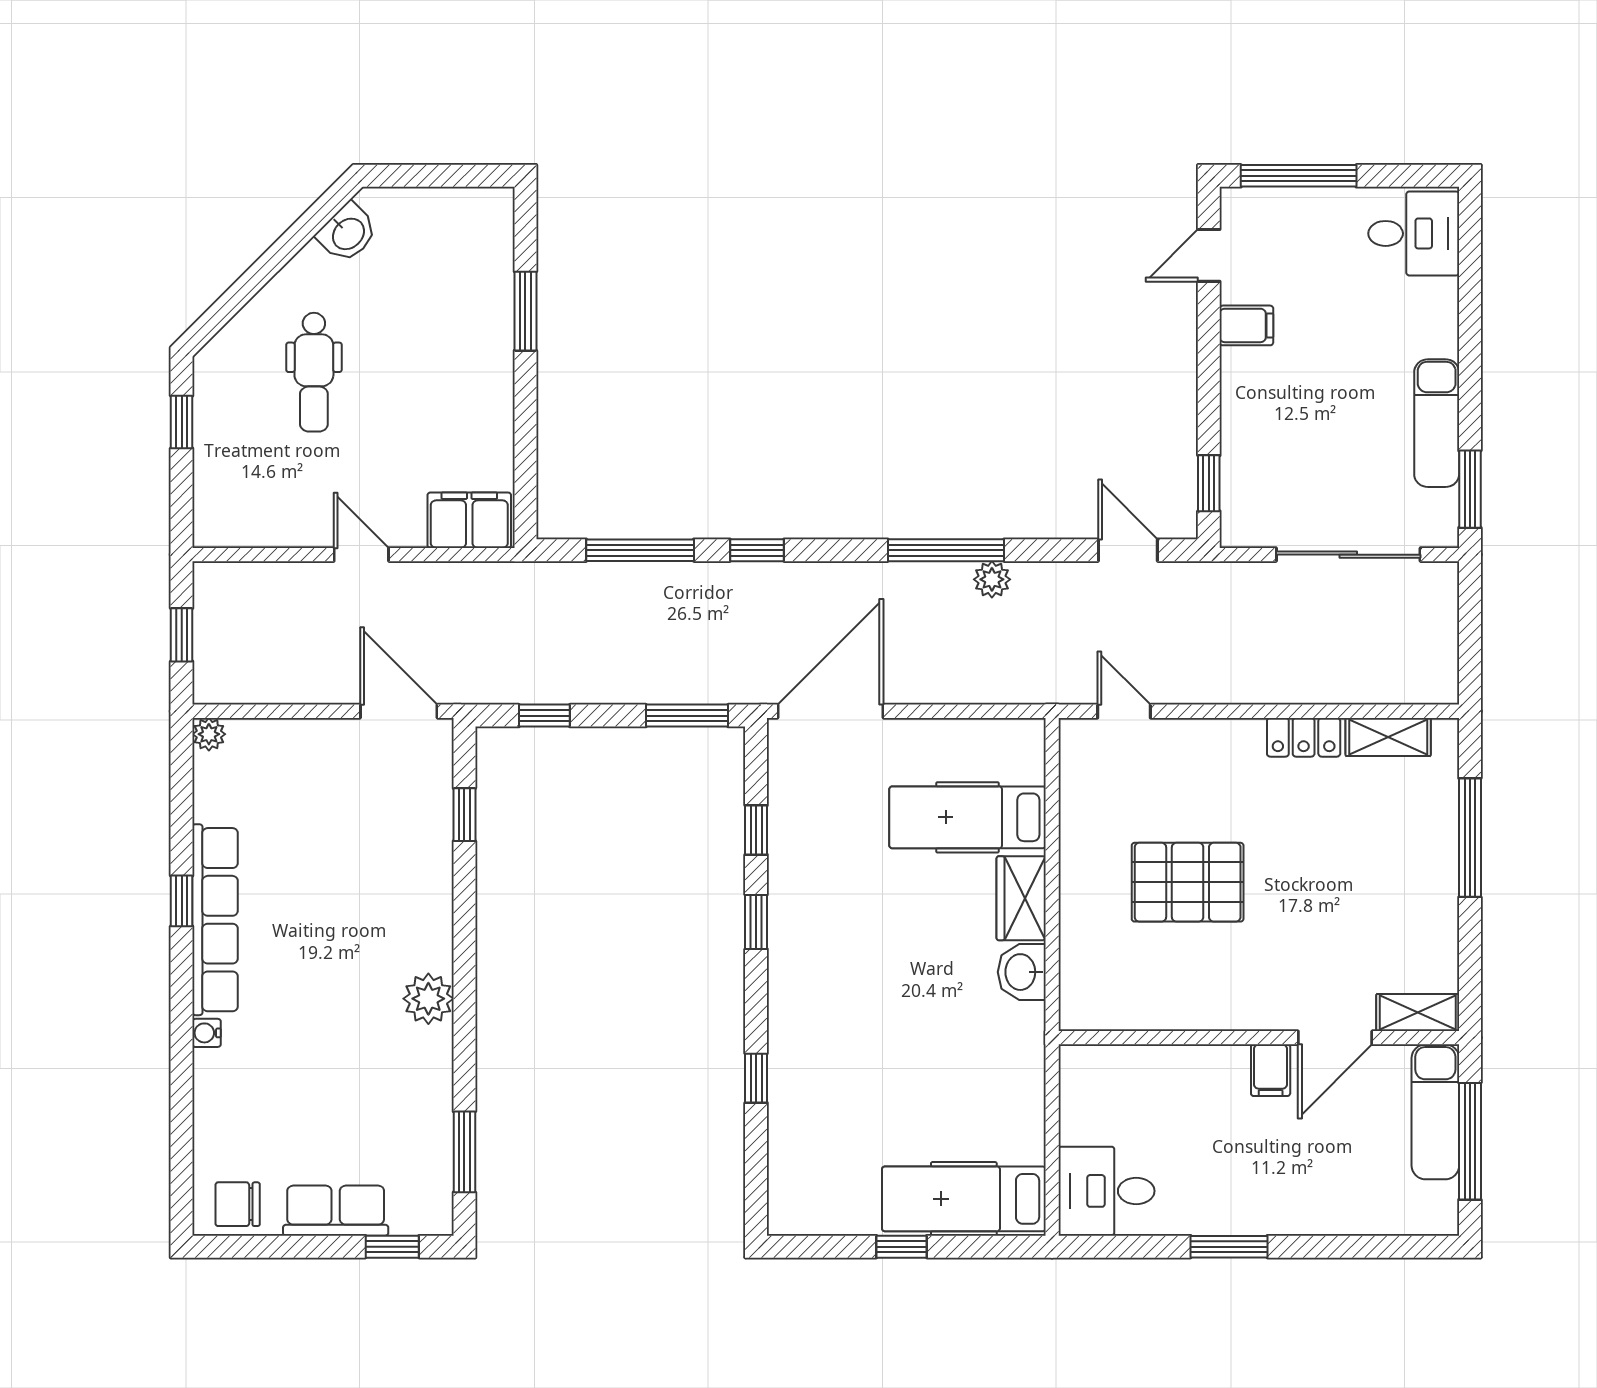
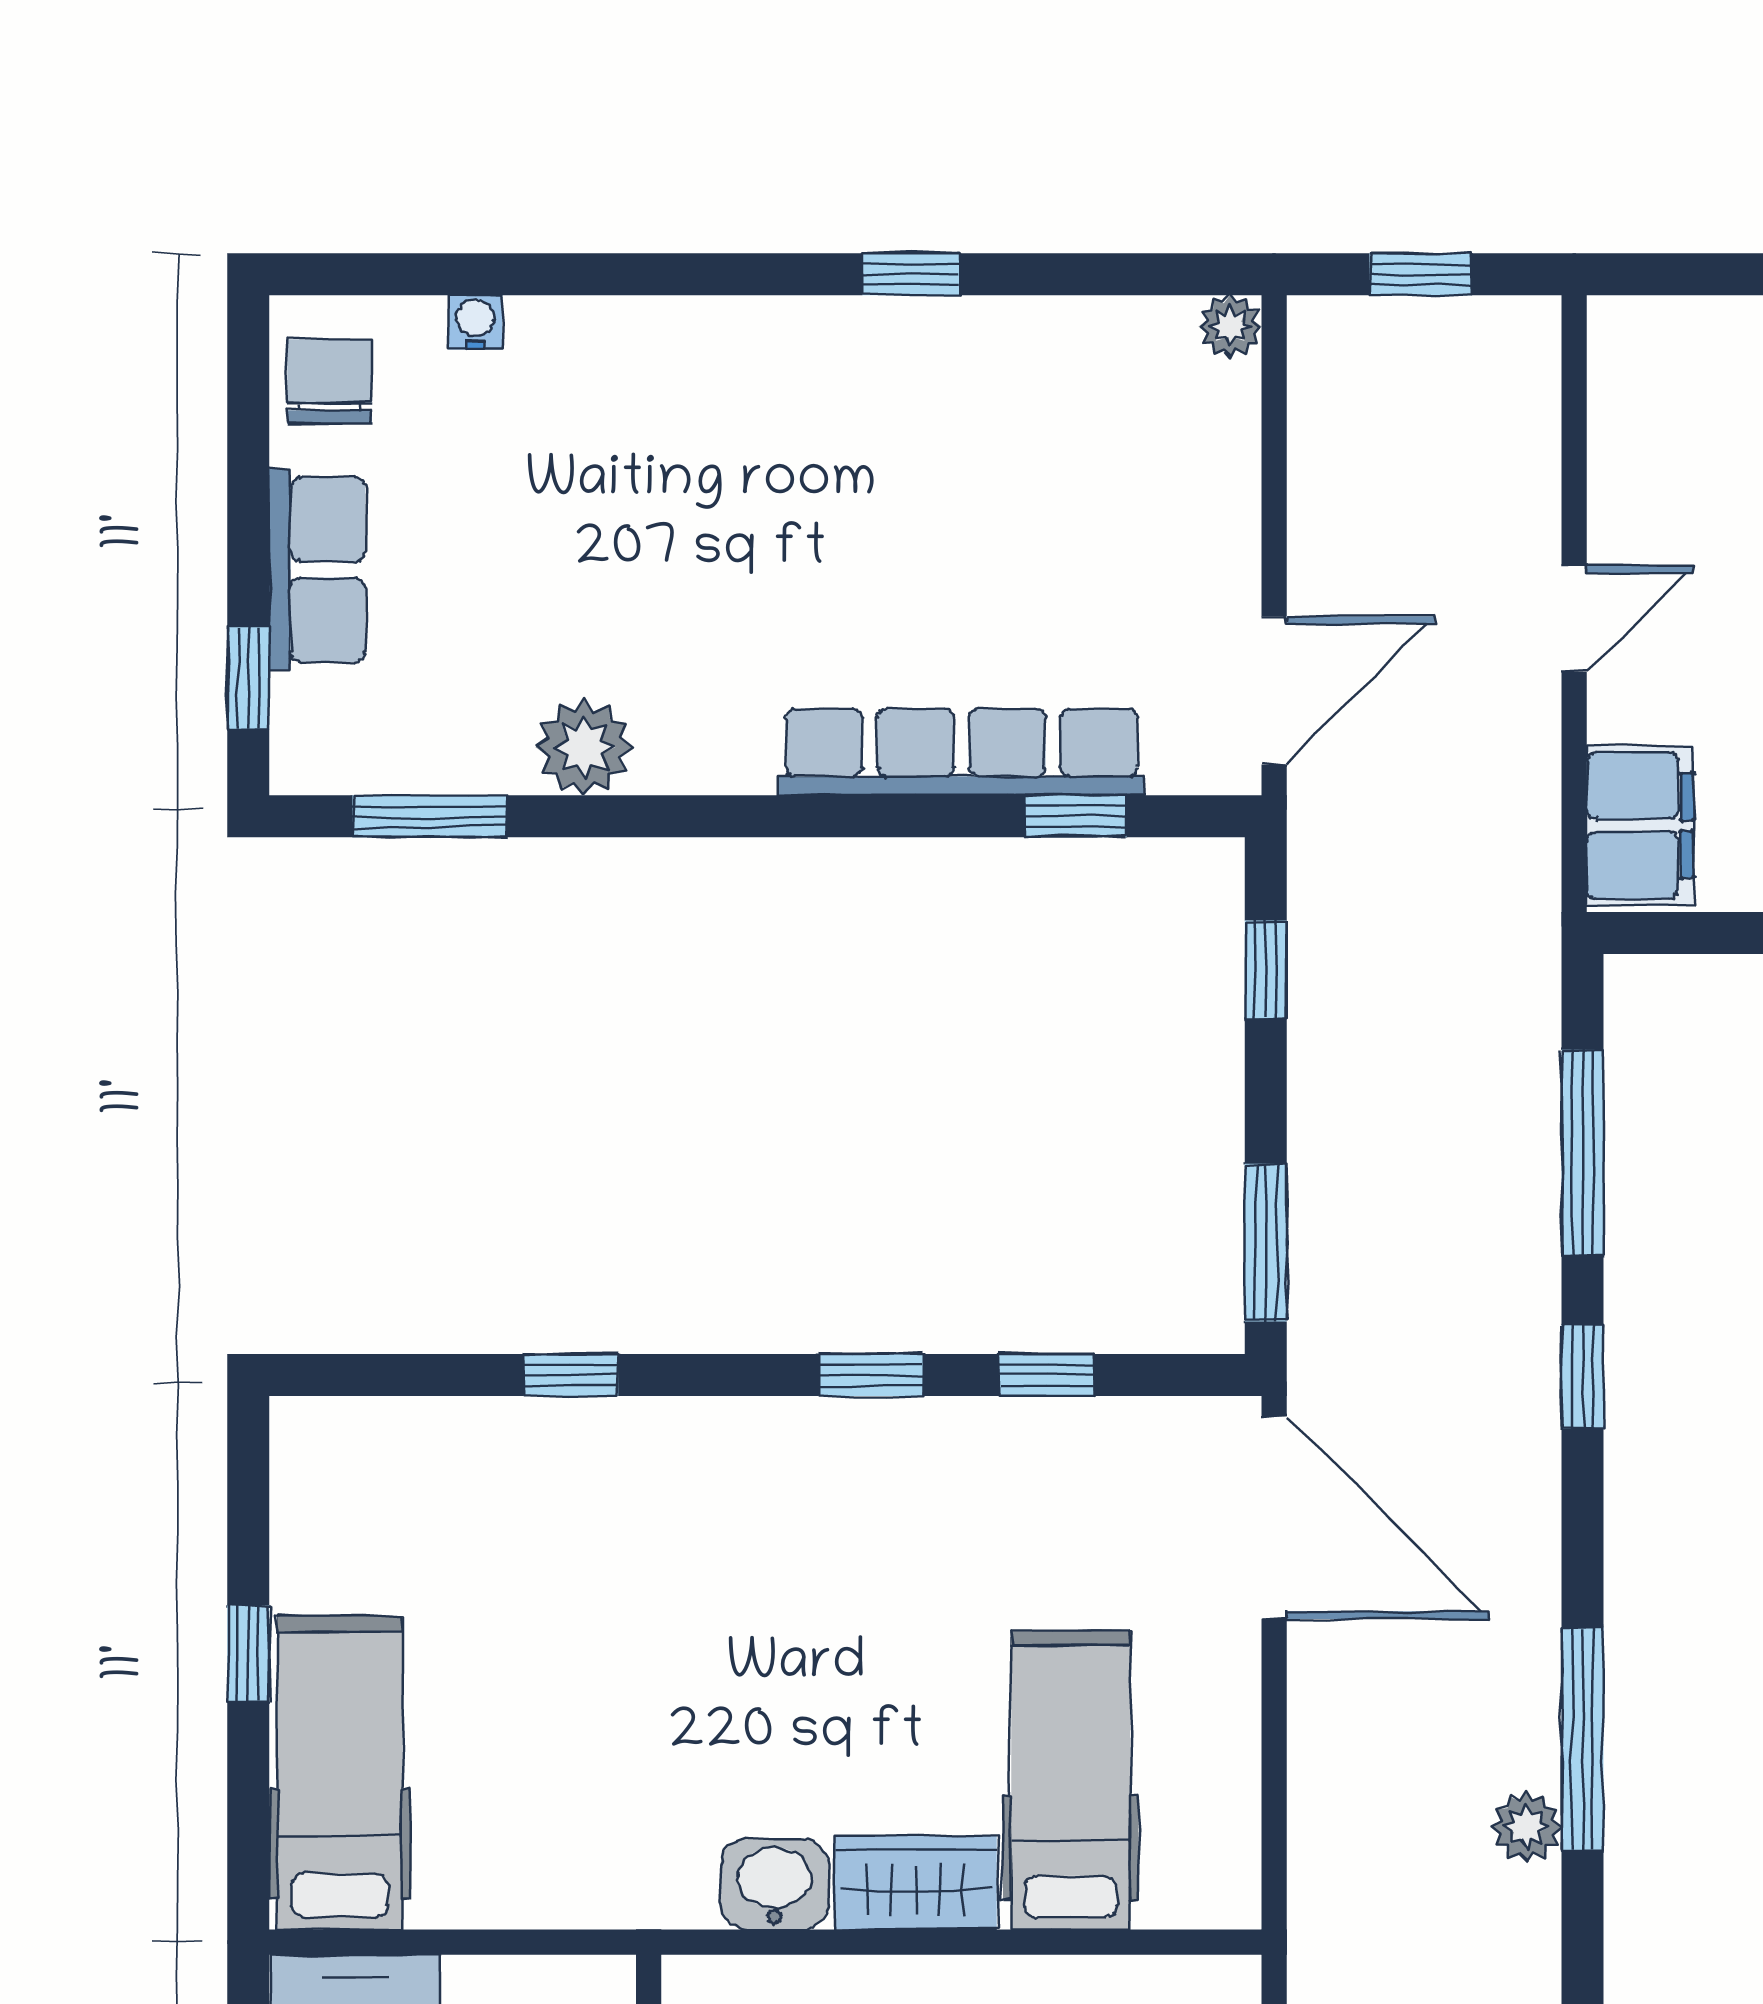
row of seats: (215, 920) -> (961, 752), moved, turned 180
plant: (428, 999) -> (584, 747), moved
water cooler: (207, 1033) -> (475, 322), moved

